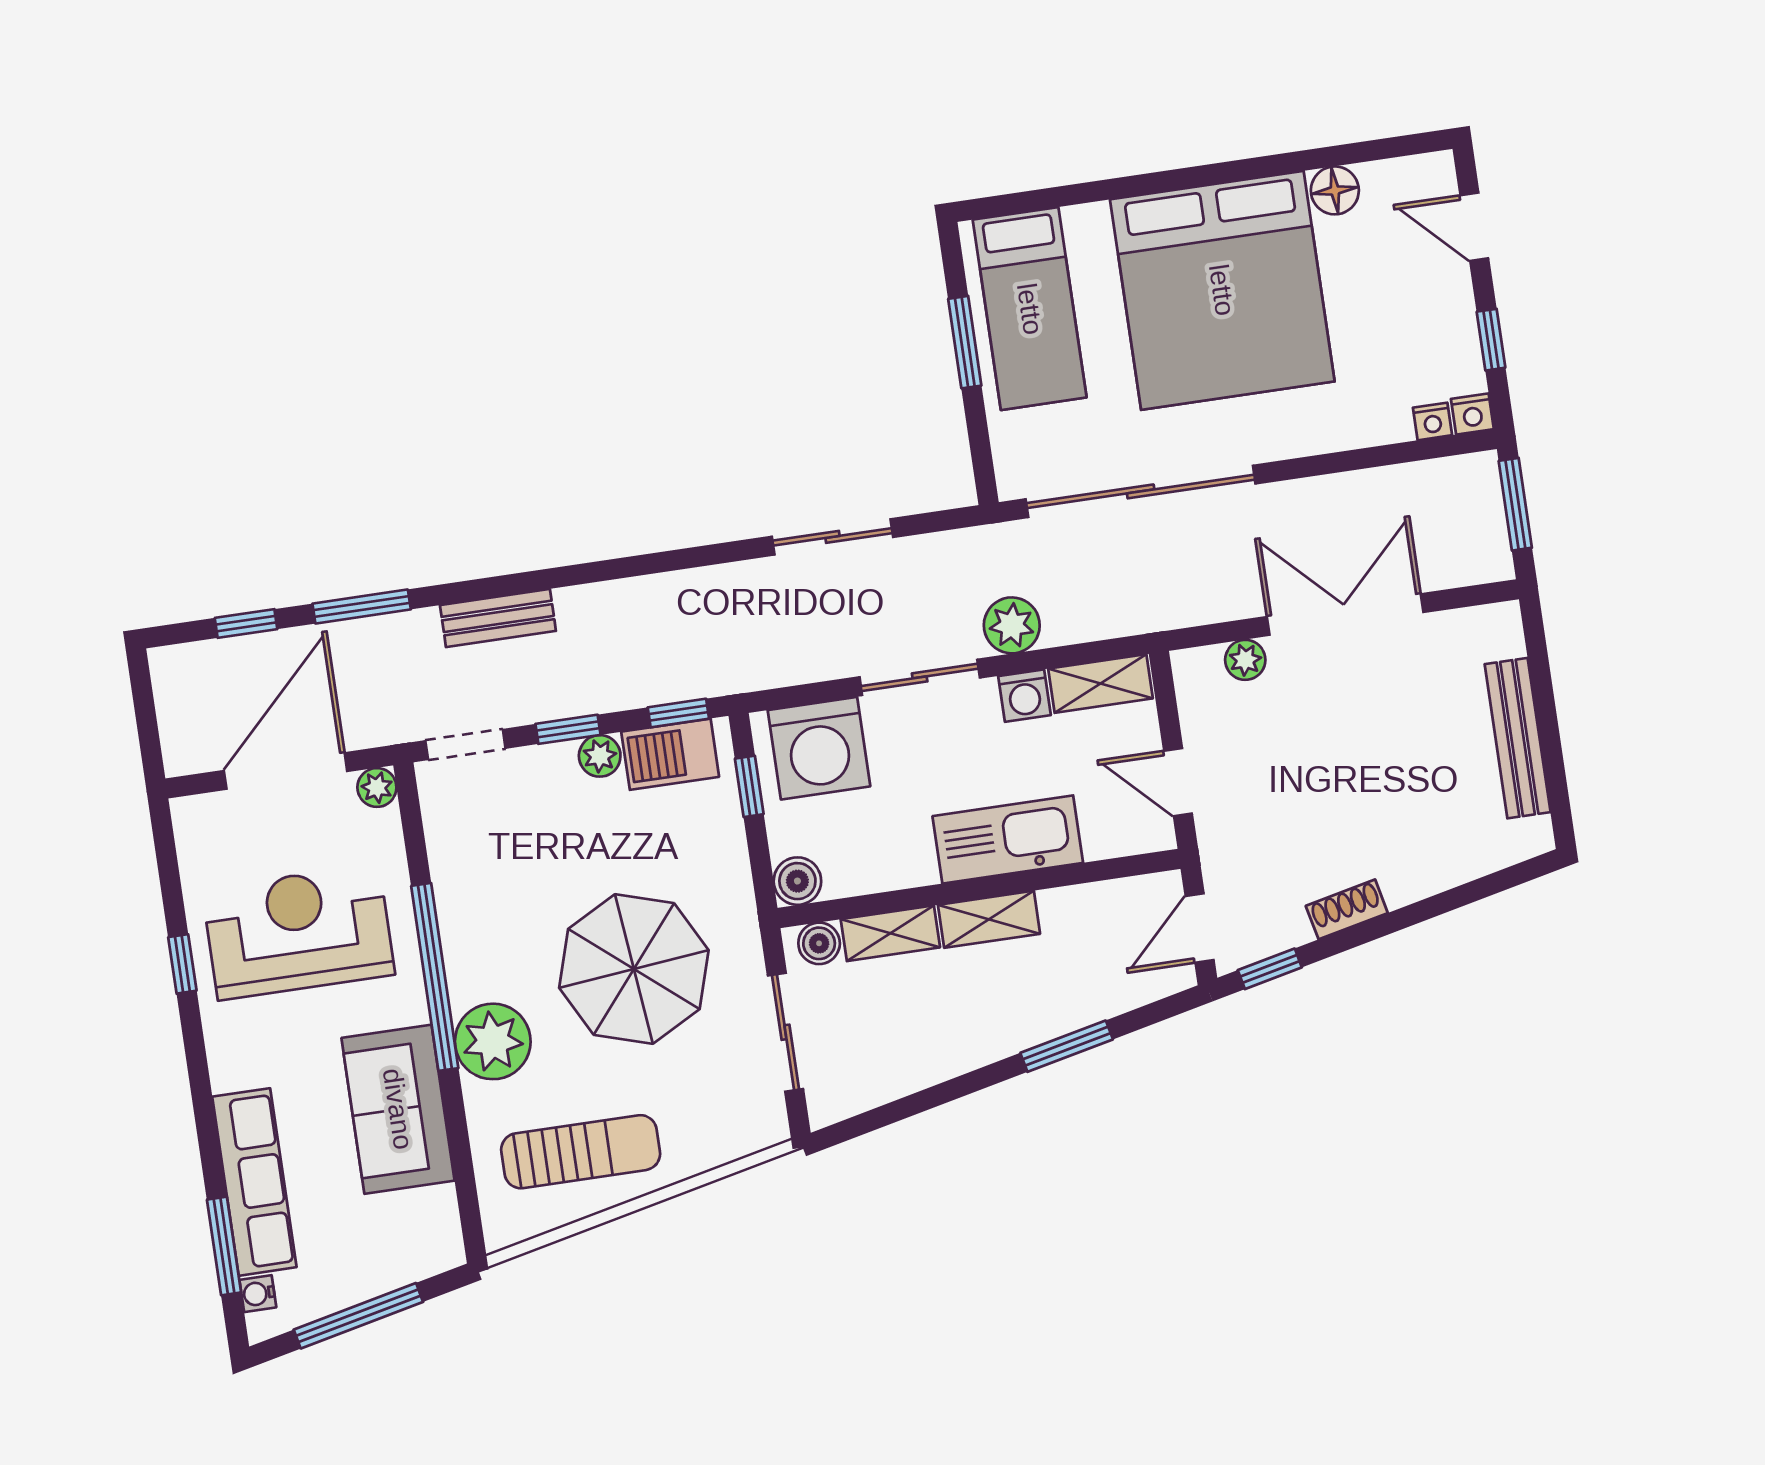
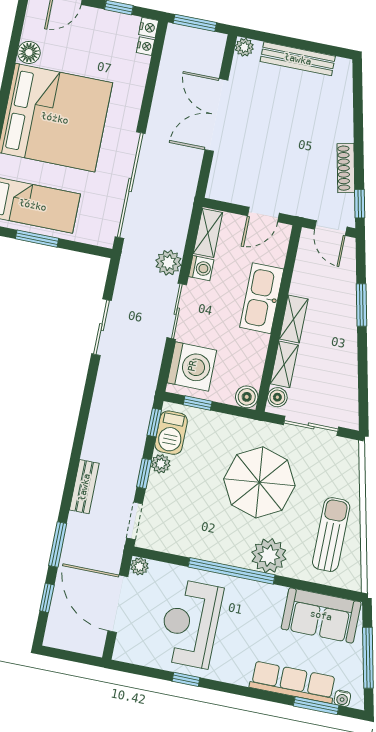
plant: (1245, 660) -> (244, 47), moved
shoe rack: (1347, 909) -> (346, 168), width x1.43
sofa: (398, 1109) -> (321, 615), moved

